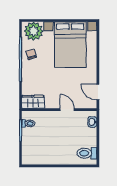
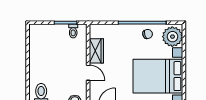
wardrobe: (33, 102) -> (96, 51), moved
door: (67, 110) -> (88, 73), hinge flipped

